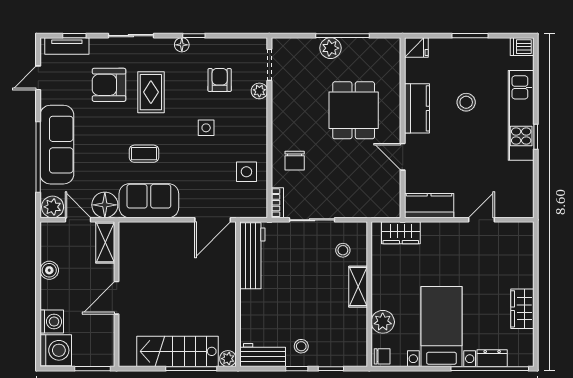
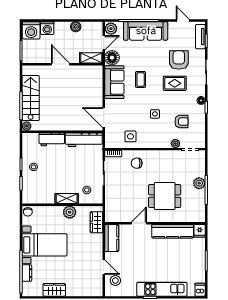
stool: (466, 102) -> (115, 281), moved
kitchen counter: (417, 108) -> (173, 231), width x1.50
plant: (383, 322) -> (70, 212), moved
workbench: (263, 355) -> (52, 139), moved, turned 90

